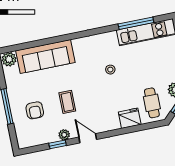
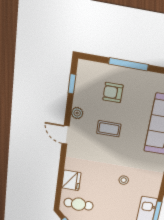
door: (88, 138) -> (66, 135), swing flipped
window: (58, 144) -> (72, 84), moved

